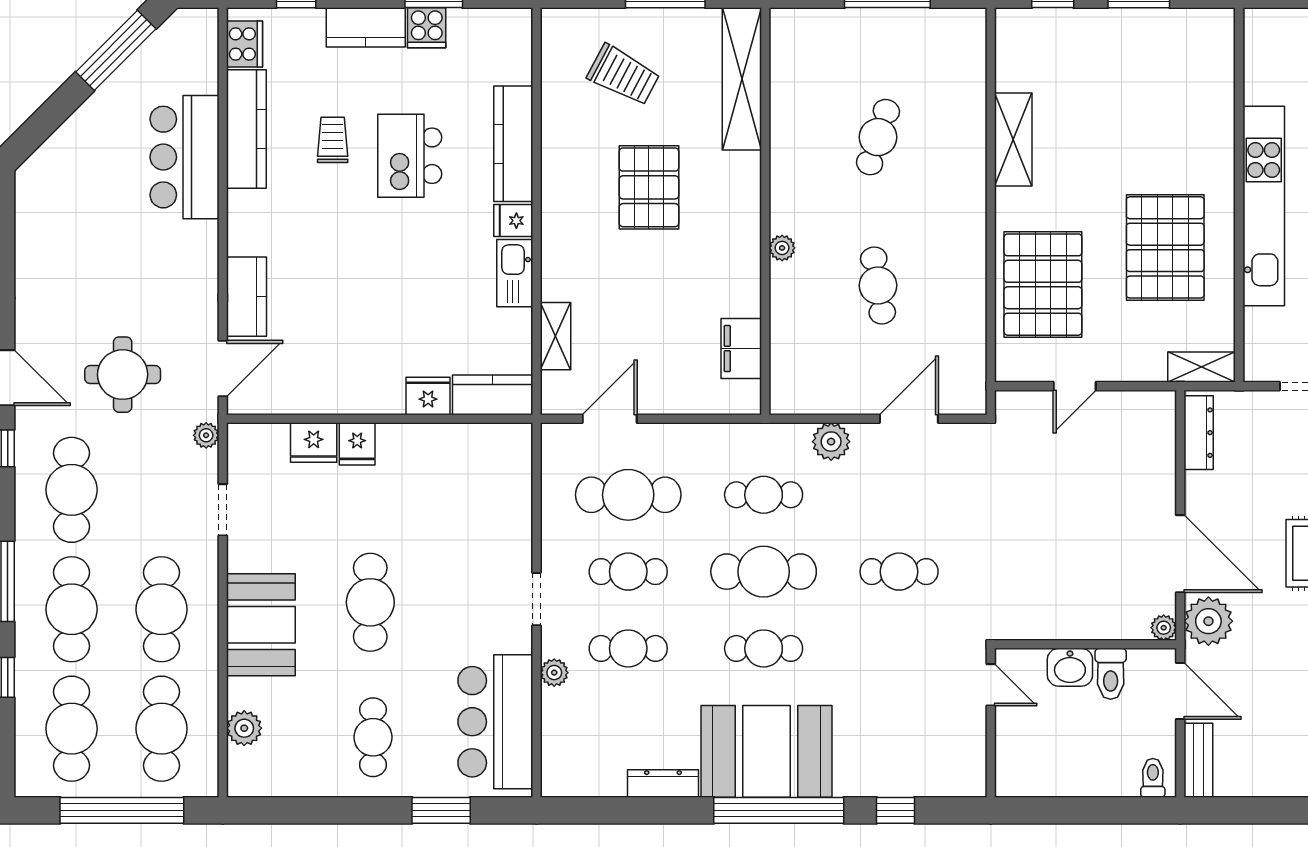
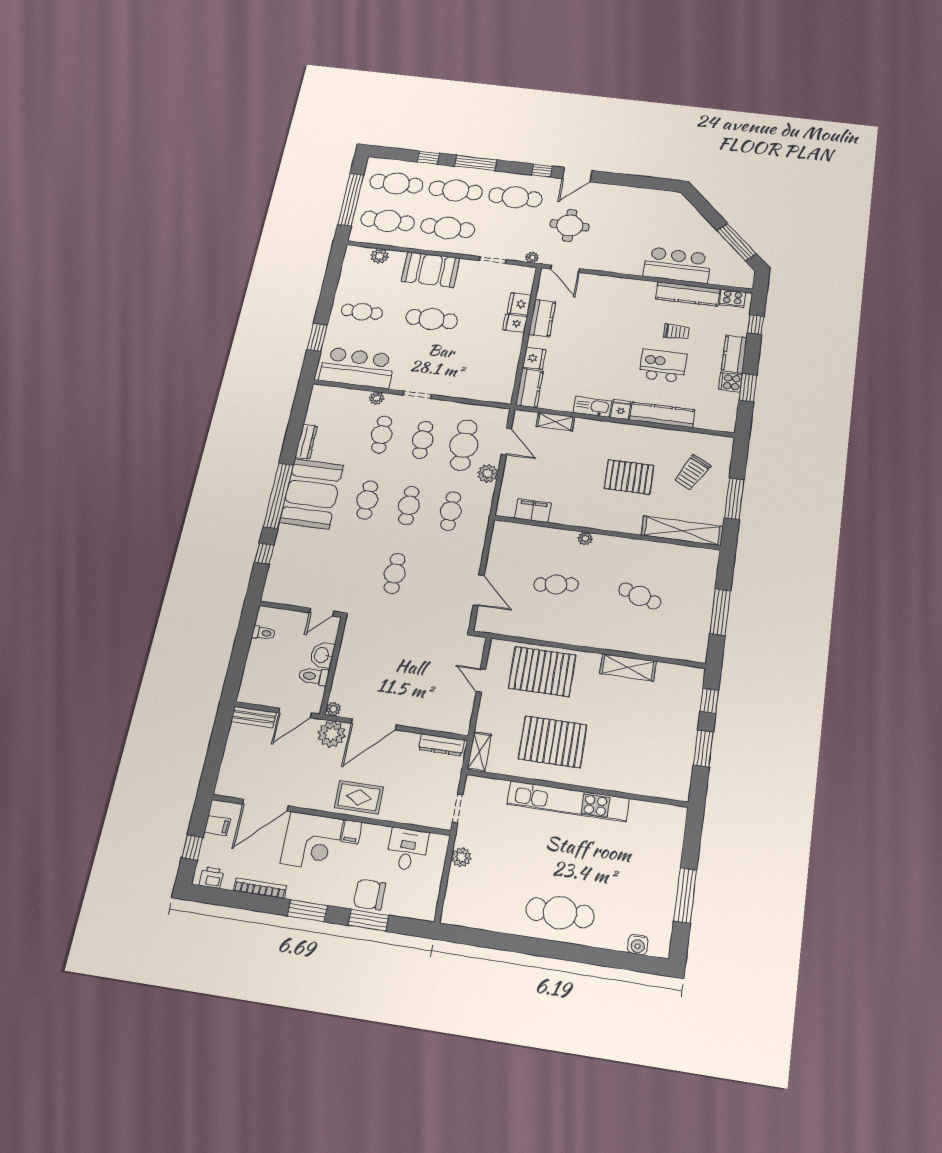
kitchen counter: (247, 297) -> (542, 318), moved, turned -90
plant: (831, 442) -> (488, 473), moved
cafe table: (764, 572) -> (409, 505), width x0.73, depth x0.74
toilet: (1153, 778) -> (263, 633), moved

